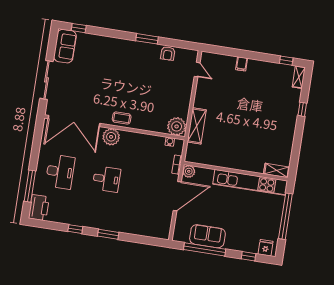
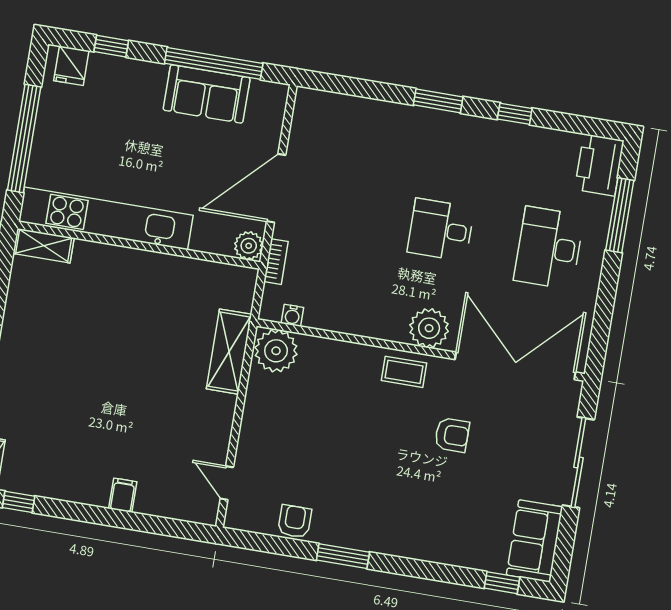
armchair: (101, 91) -> (452, 435), added

